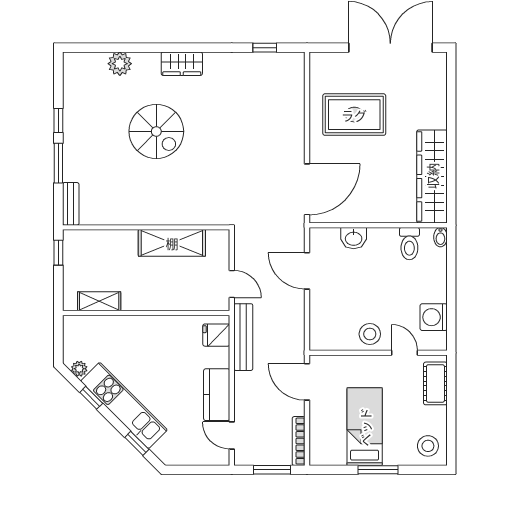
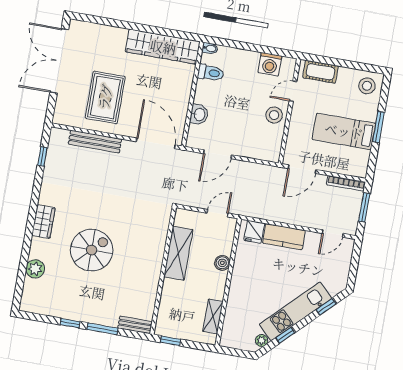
boiler: (169, 301) -> (222, 263), added
bench: (243, 337) -> (95, 142), moved
kitchen counter: (217, 395) -> (284, 237), moved

